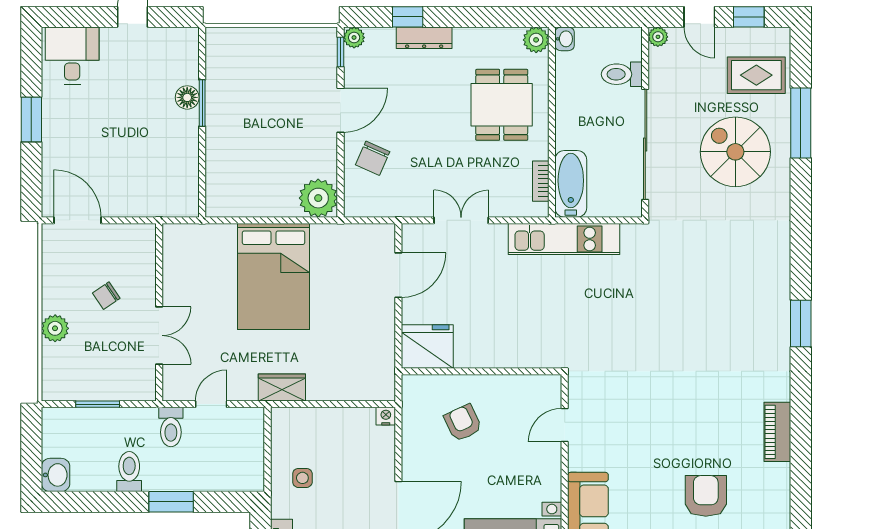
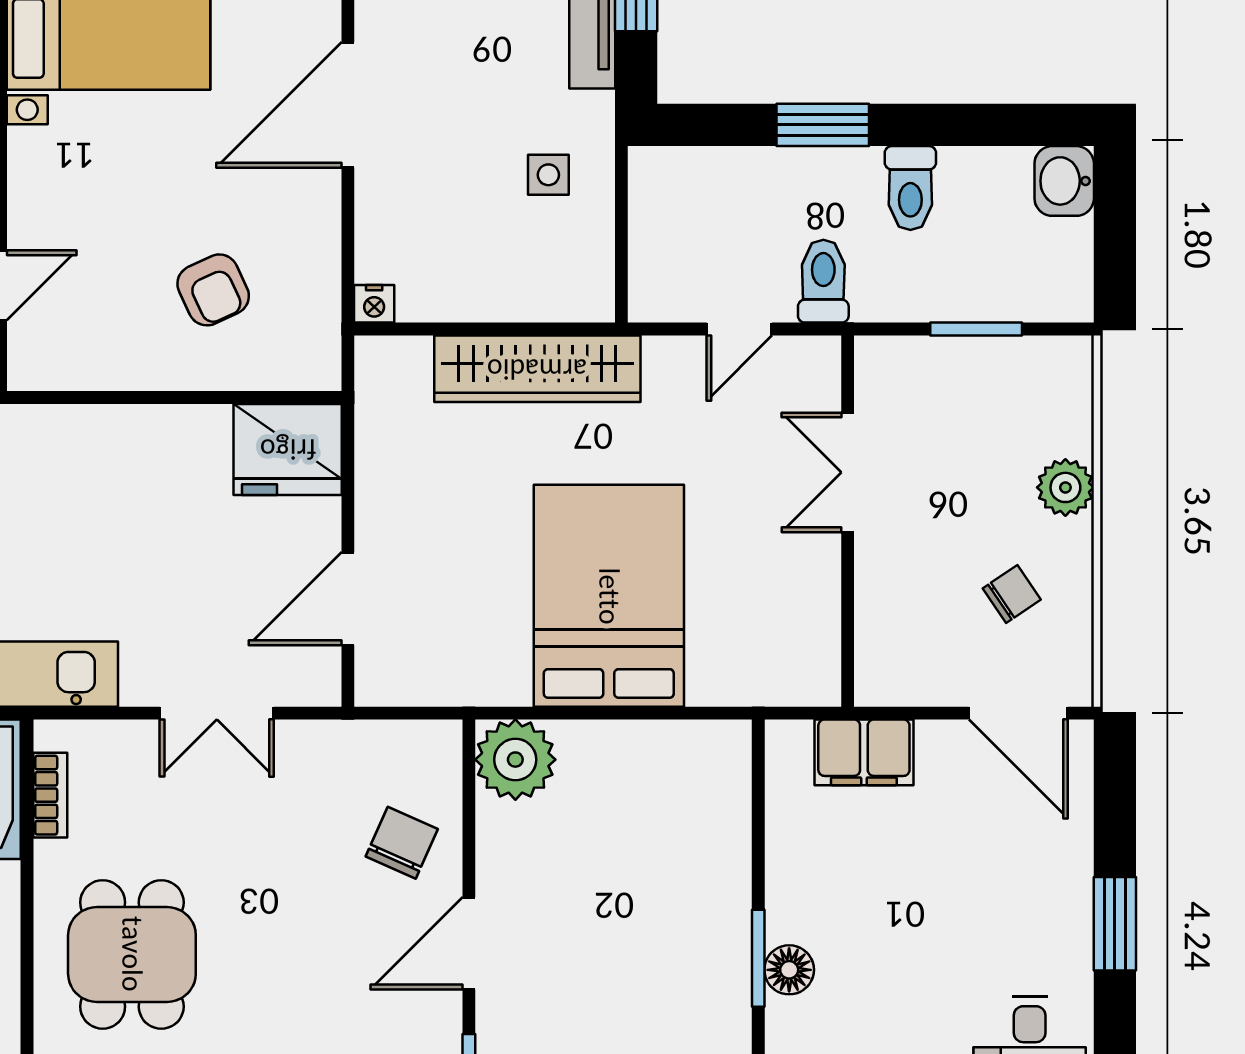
filing cabinet: (151, 202) -> (864, 752), added
chair: (106, 296) -> (1012, 594), moved
wardrobe: (282, 387) -> (537, 369), width x2.10, depth x1.17

